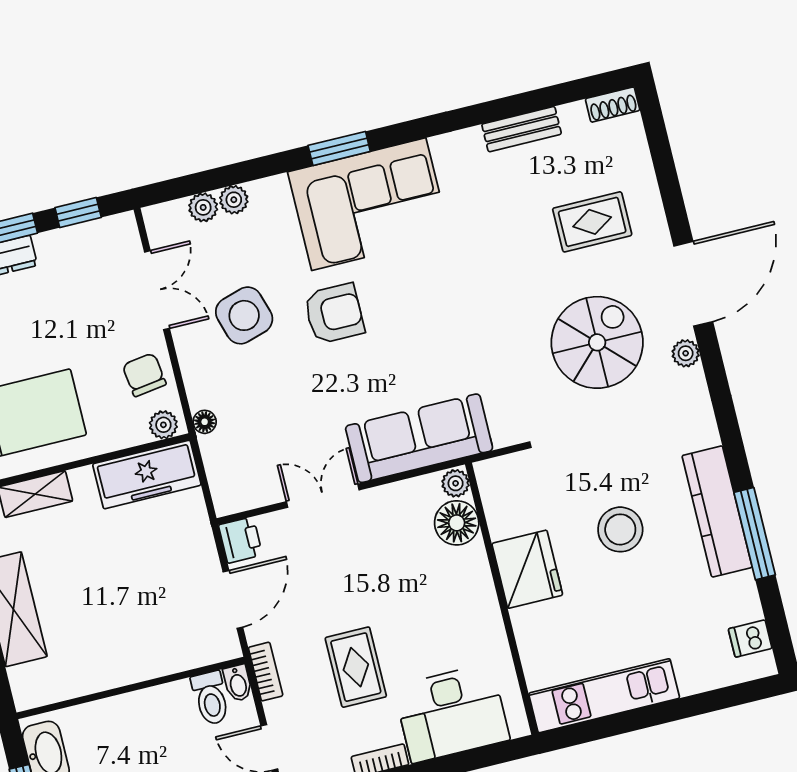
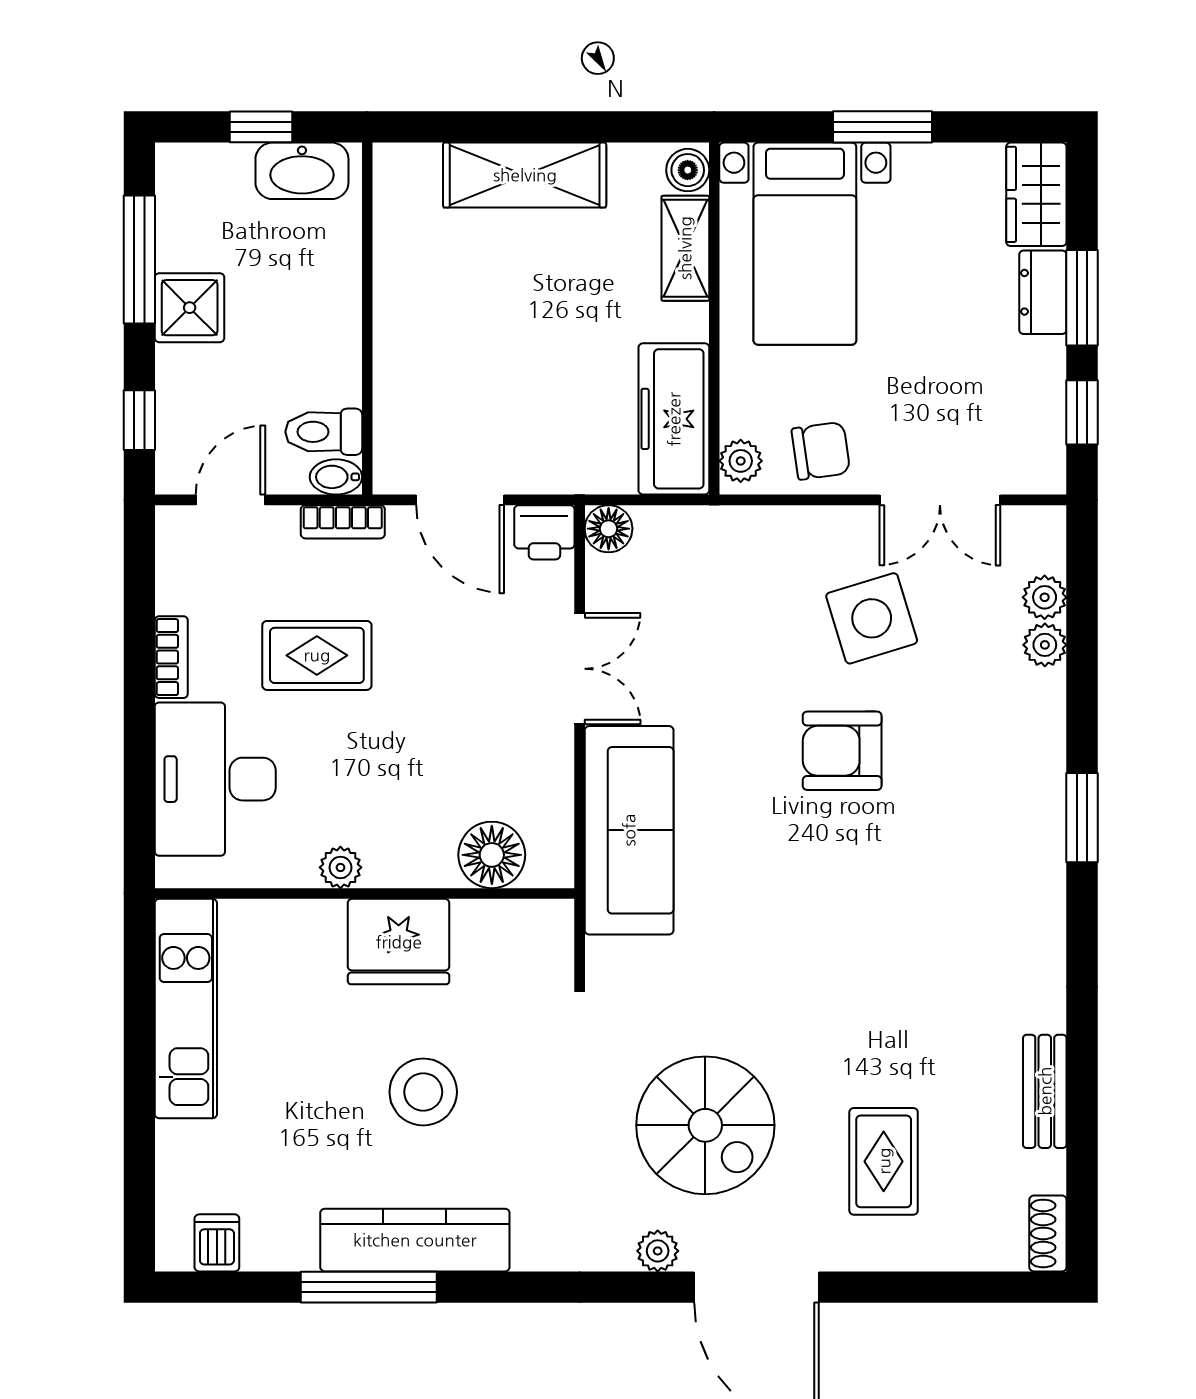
corner sofa: (369, 204) -> (990, 841), removed
armchair: (334, 314) -> (842, 751), turned 90
floor lamp: (205, 422) -> (609, 529), moved, width x1.37, depth x1.37
plant: (456, 483) -> (340, 867), moved

